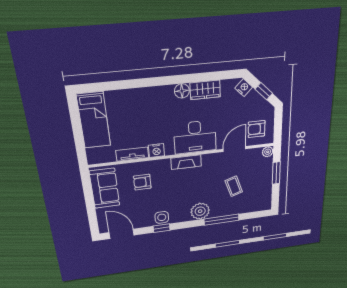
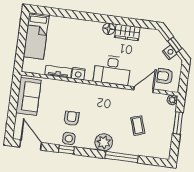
nightstand: (244, 88) -> (170, 52), moved
fireplace: (186, 162) -> (100, 91), removed
armchair: (142, 182) -> (72, 118), moved, turned 90

